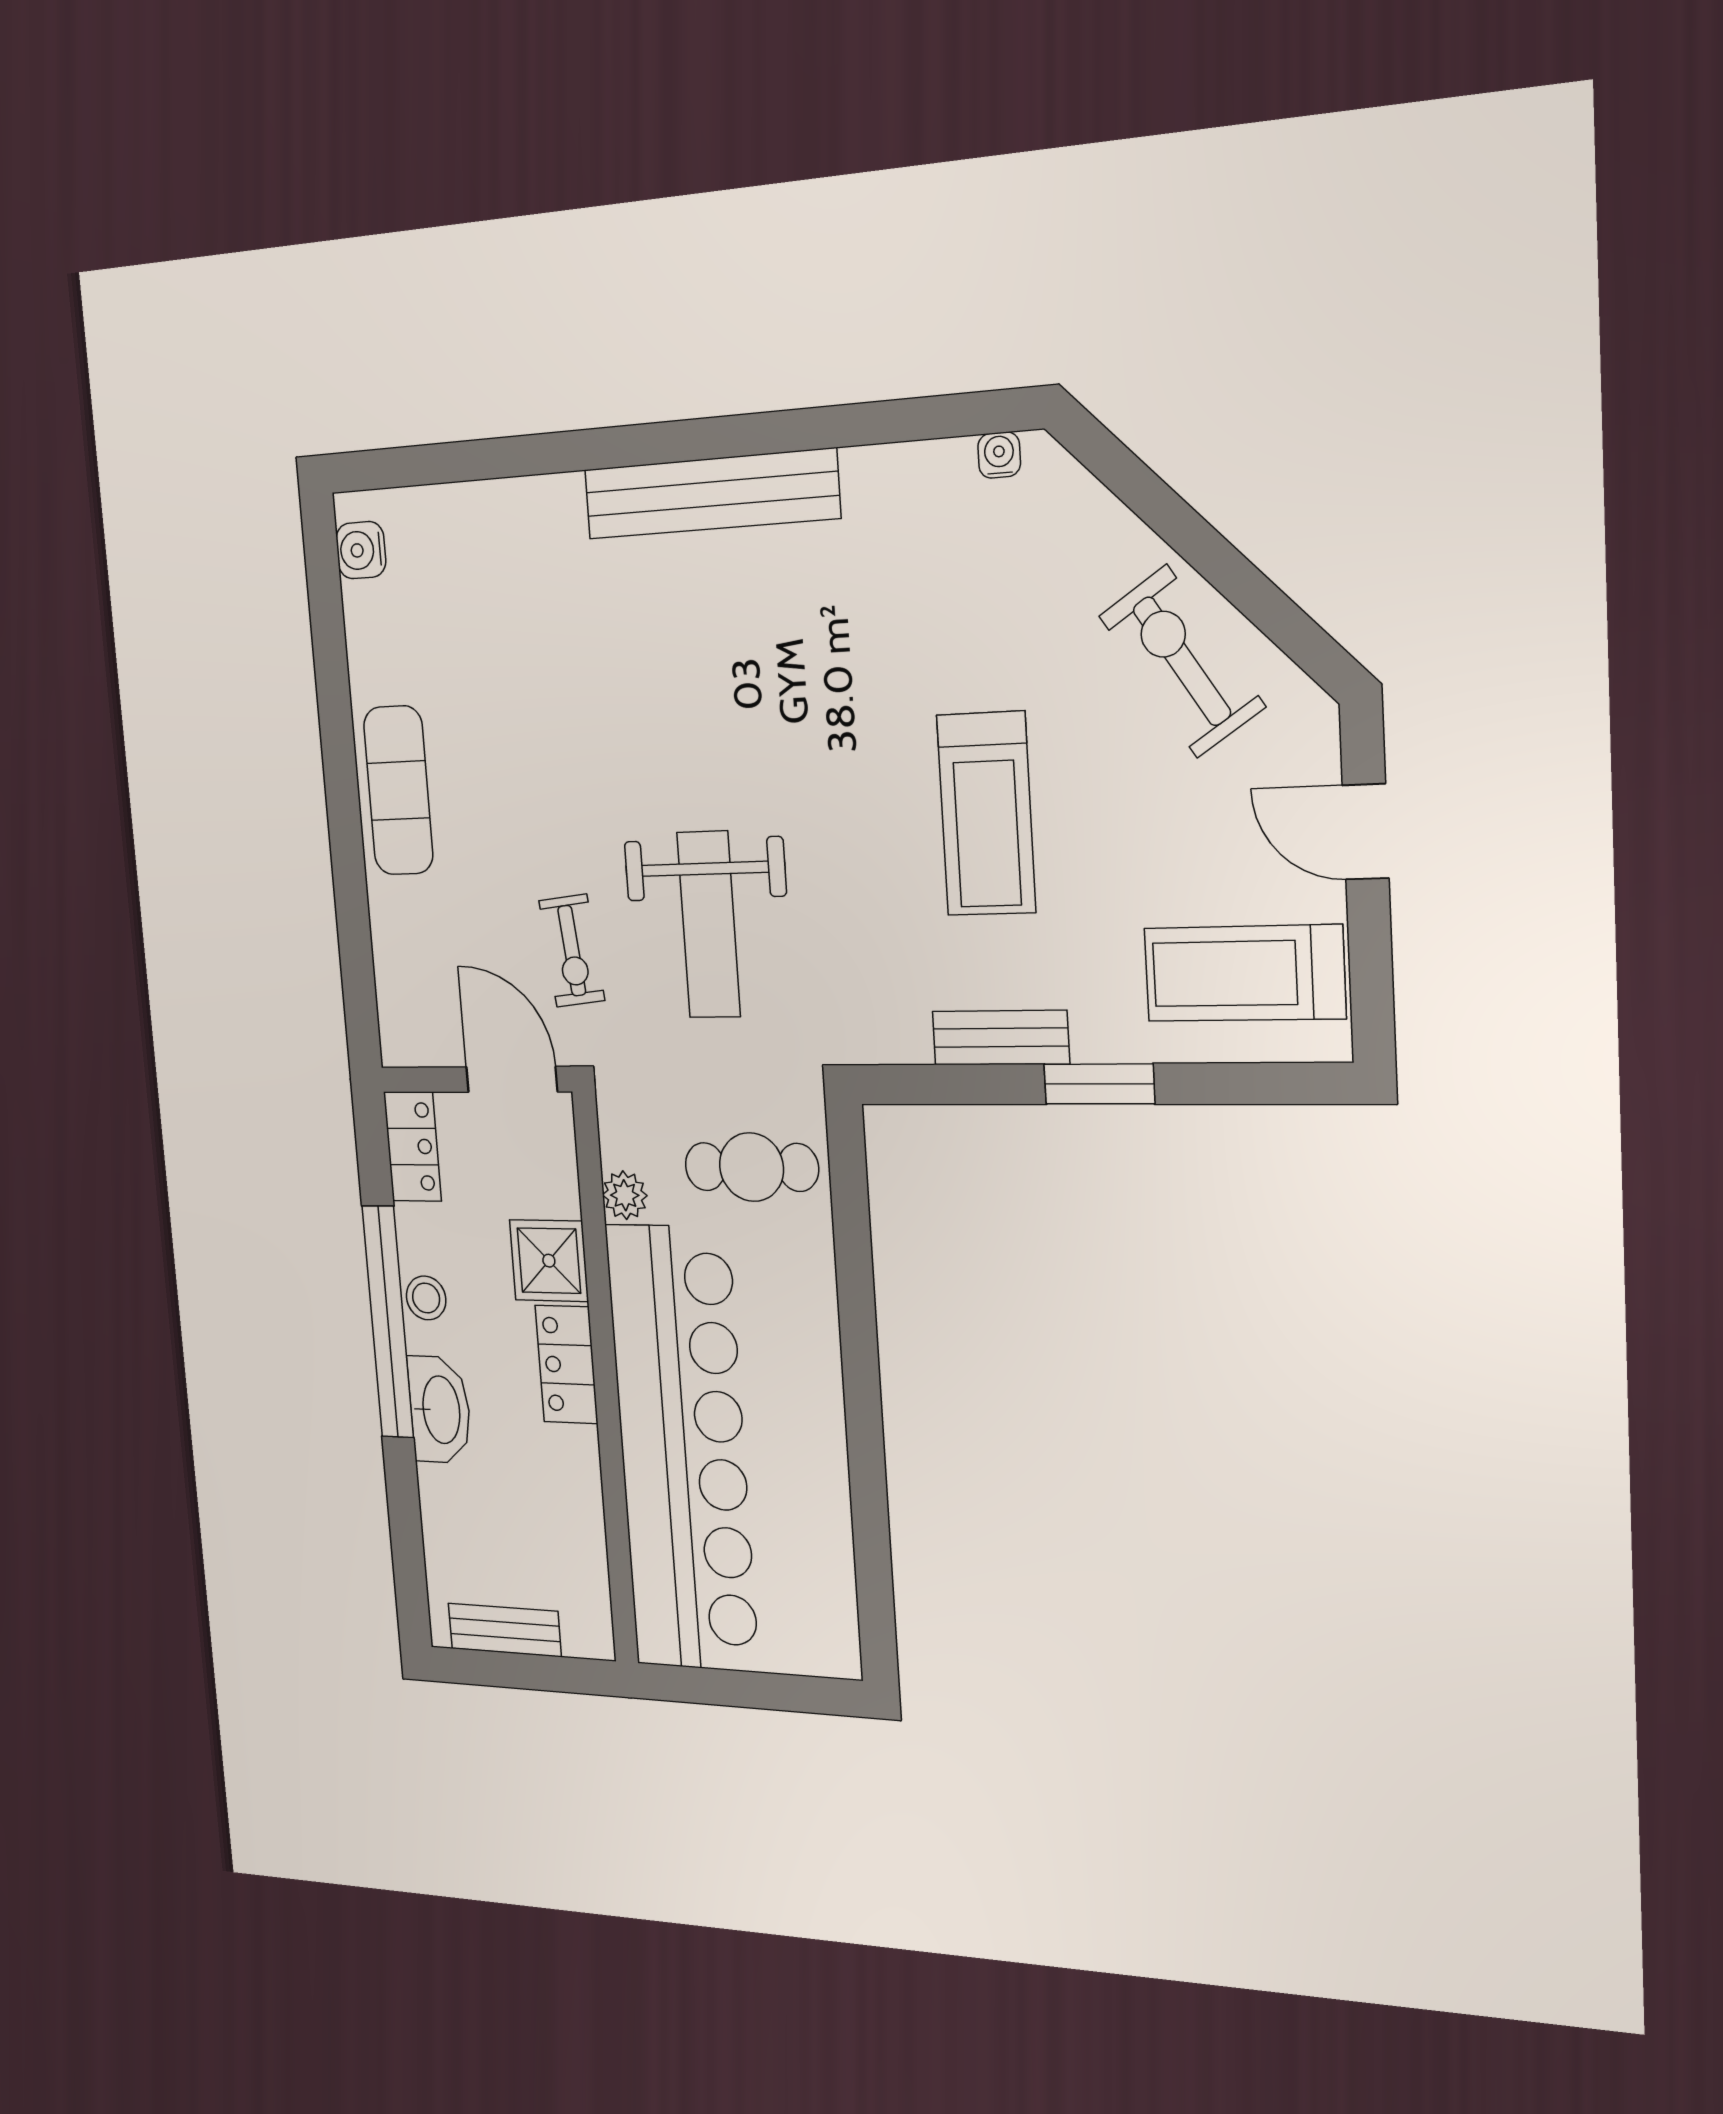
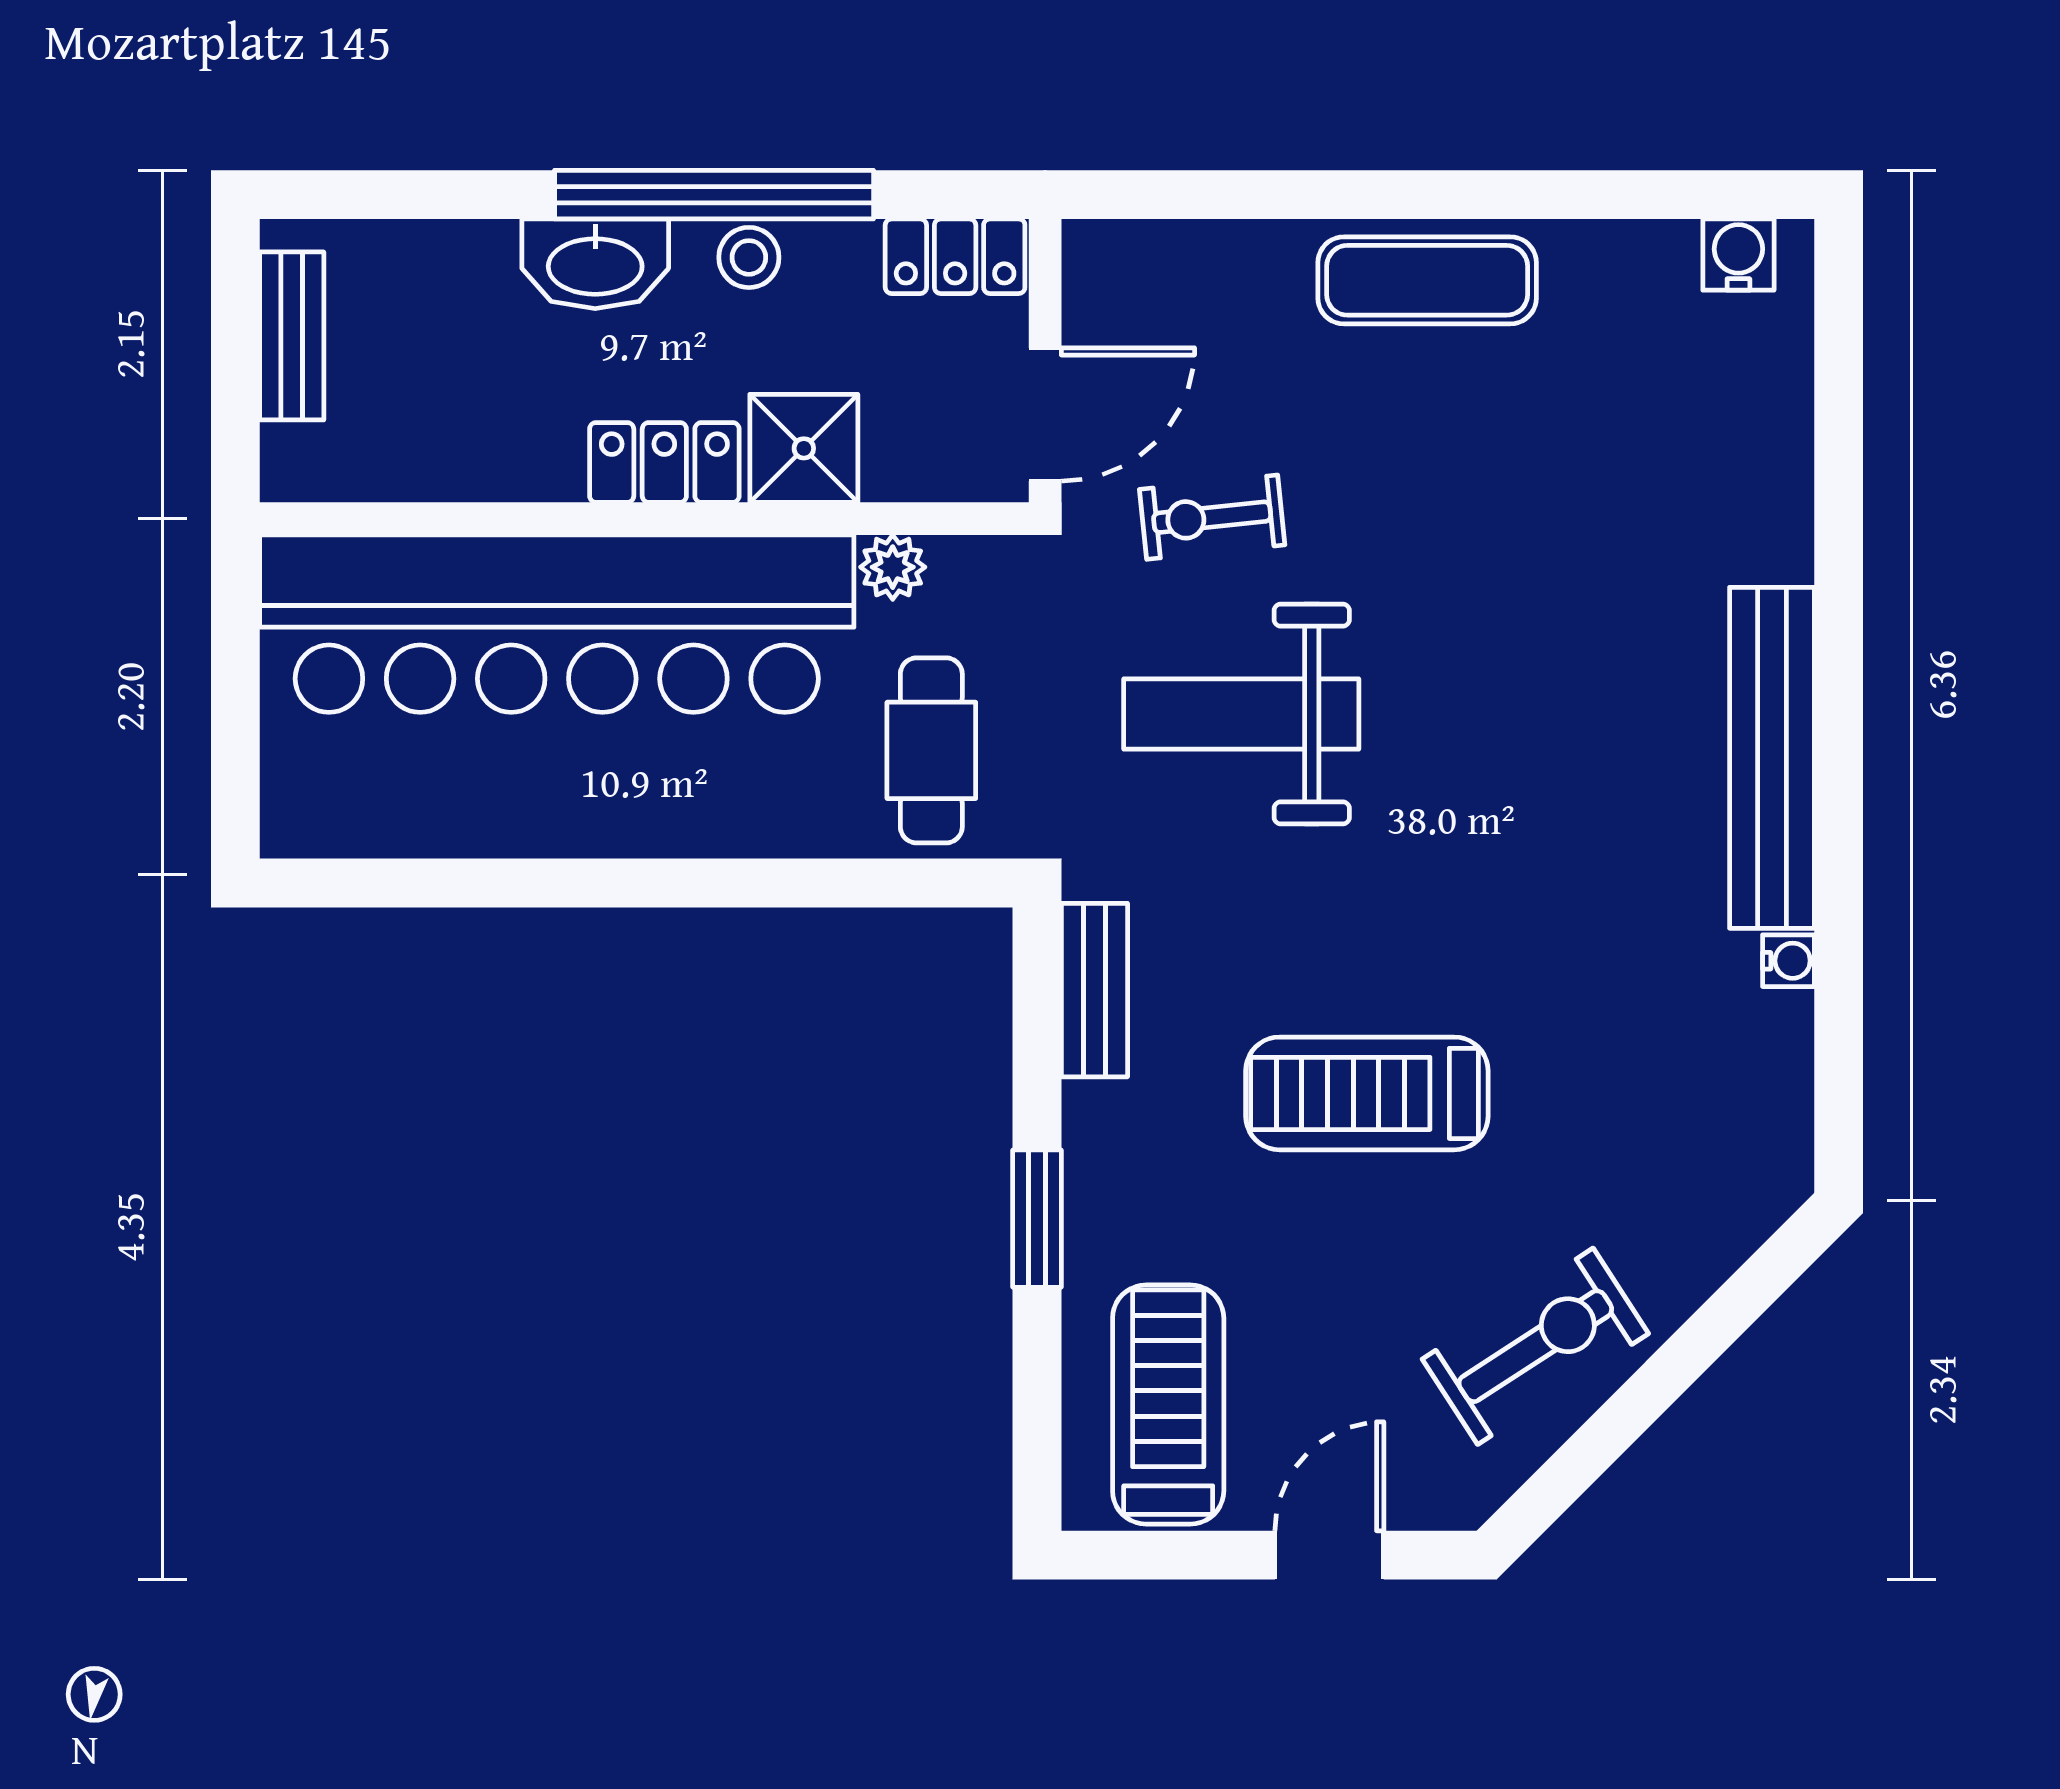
water cooler: (999, 455) -> (1788, 961), moved
bench: (1001, 1038) -> (1094, 990), moved

